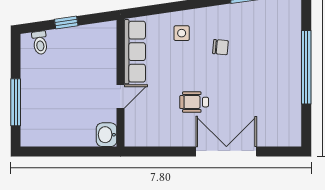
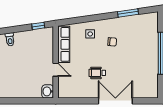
window: (66, 22) -> (38, 26), moved
door: (121, 96) -> (56, 70), hinge flipped

